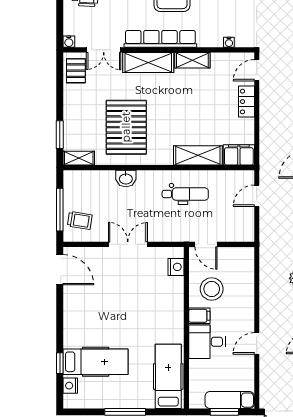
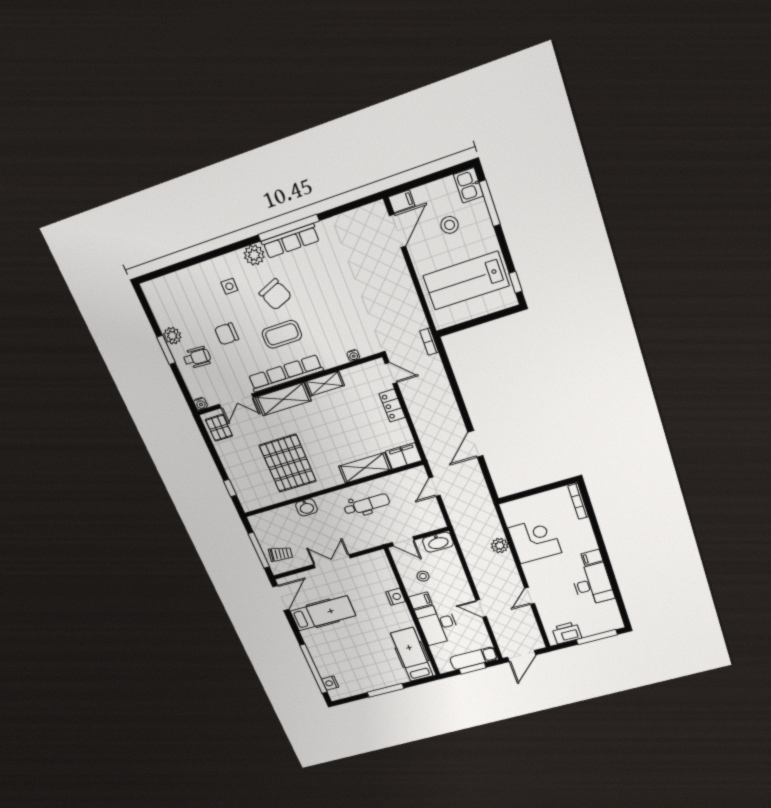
door: (257, 70) -> (391, 373), swing flipped
window: (60, 135) -> (230, 488), width x0.67
shelving: (79, 158) -> (256, 503), removed
washbasin: (239, 256) -> (438, 542), added
nightstand: (176, 267) -> (396, 597), moved
door: (60, 270) -> (281, 598), hinge flipped
stool: (212, 289) -> (423, 576), width x0.53, depth x0.53
desk: (207, 342) -> (438, 624), width x1.37
door: (257, 343) -> (481, 608), hinge flipped
hospital bed: (96, 362) -> (323, 613), moved
window: (60, 363) -> (314, 669), width x3.17

